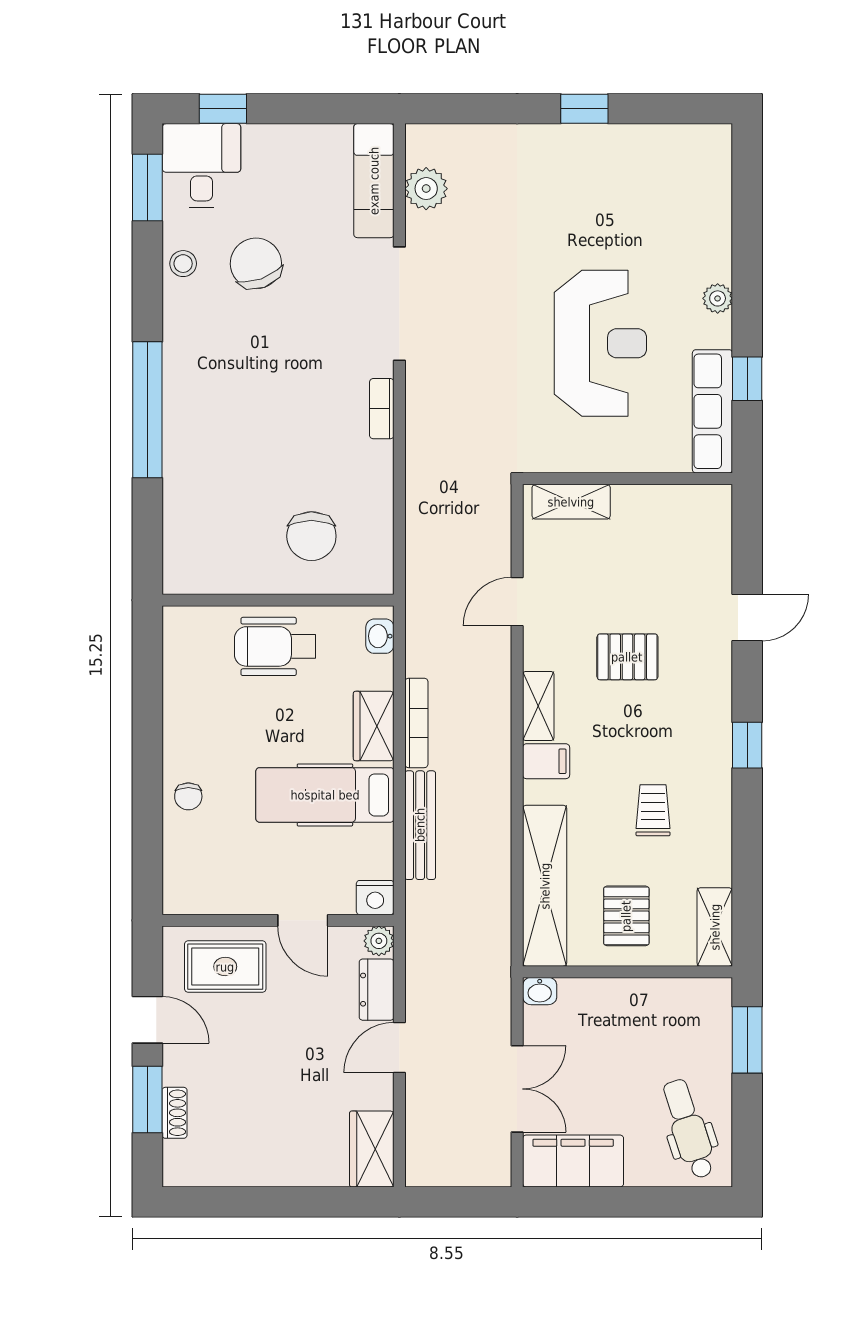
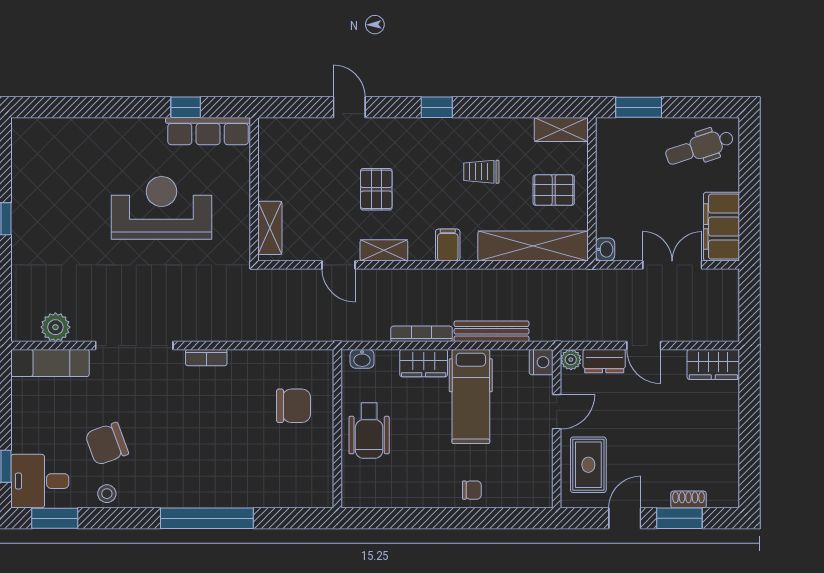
plant: (718, 298) -> (131, 128), removed
shelving: (538, 706) -> (384, 250), moved

